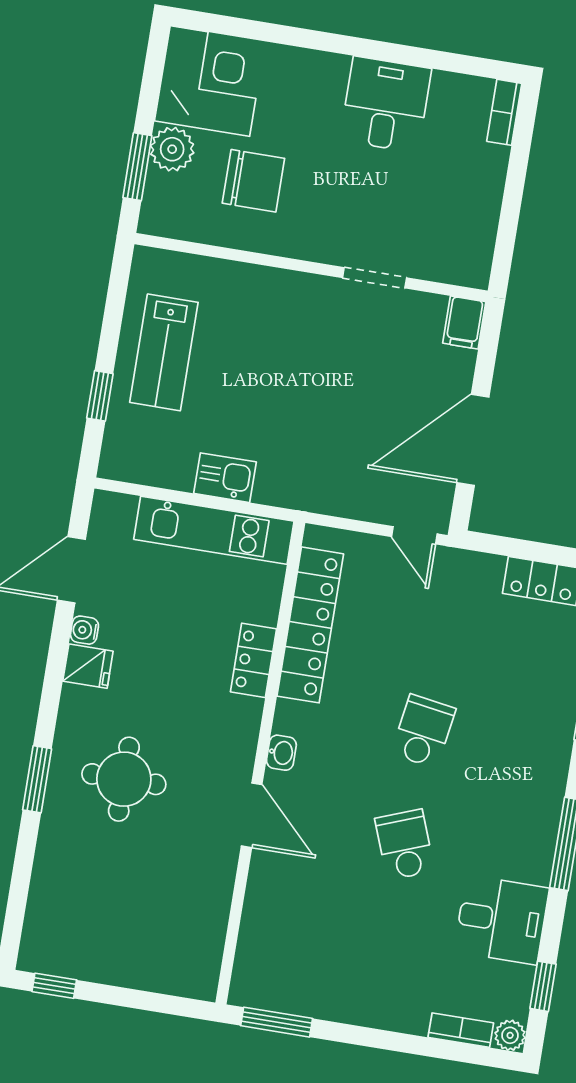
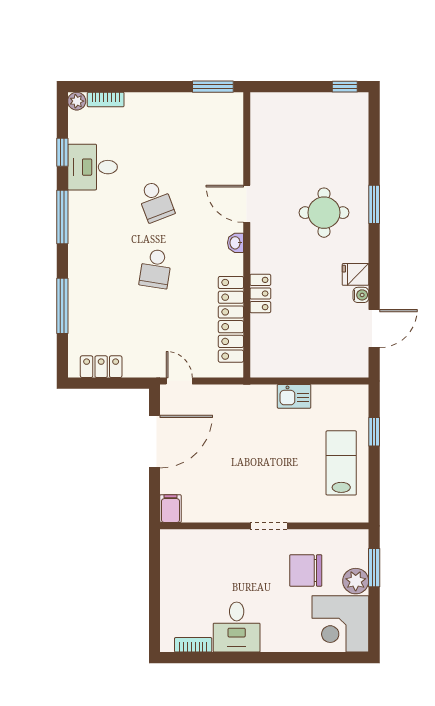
bookcase: (504, 112) -> (193, 645), moved, turned -90
doorway: (375, 278) -> (269, 526), moved
kitchen unit: (214, 530) -> (296, 365), removed
window: (543, 986) -> (62, 152), moved

